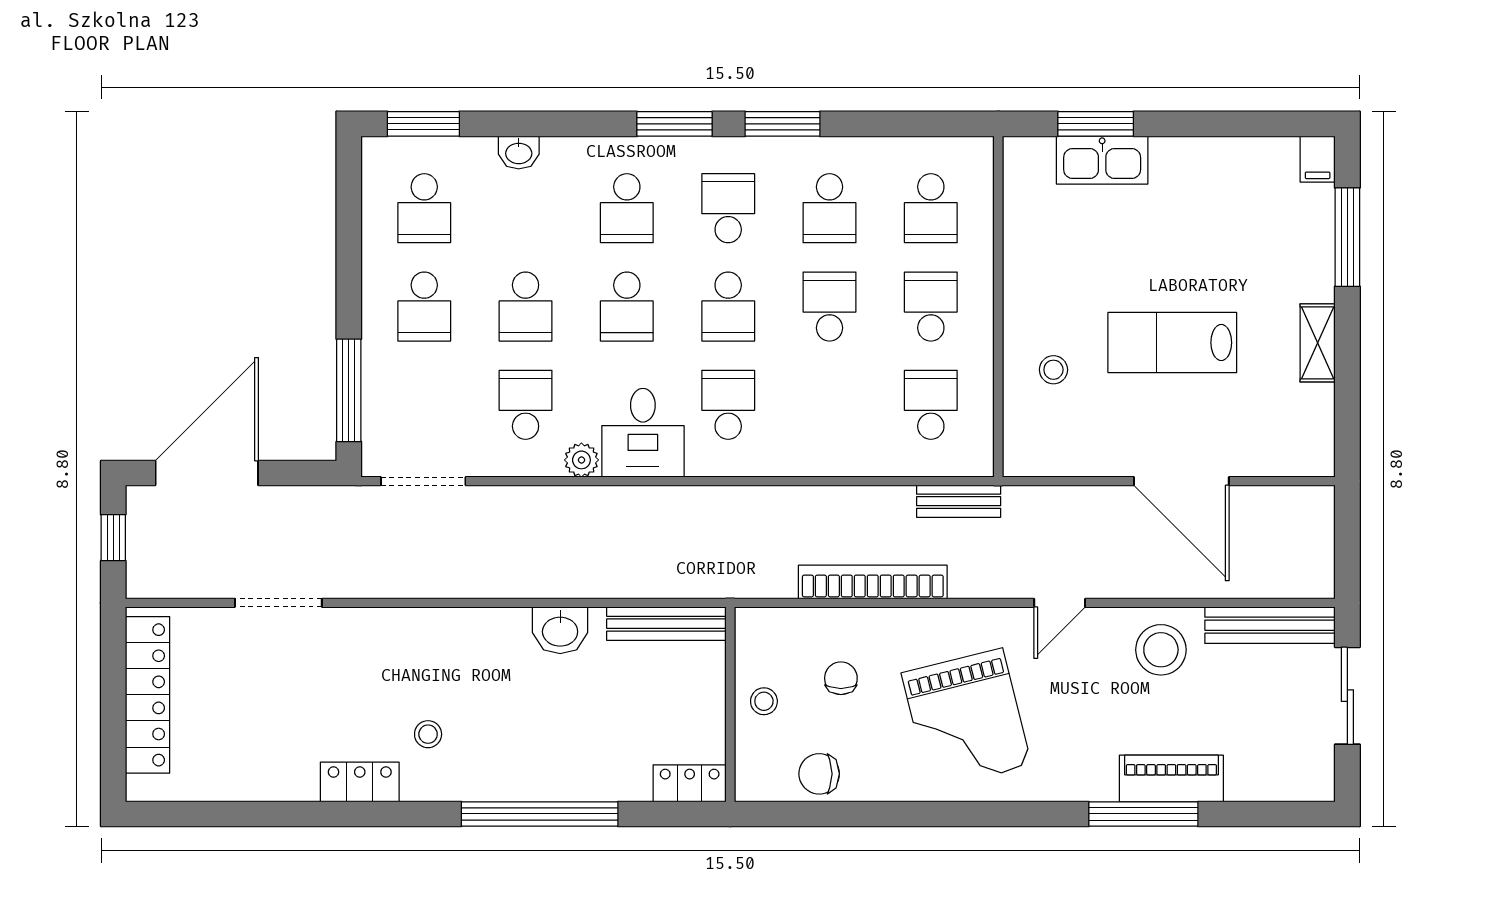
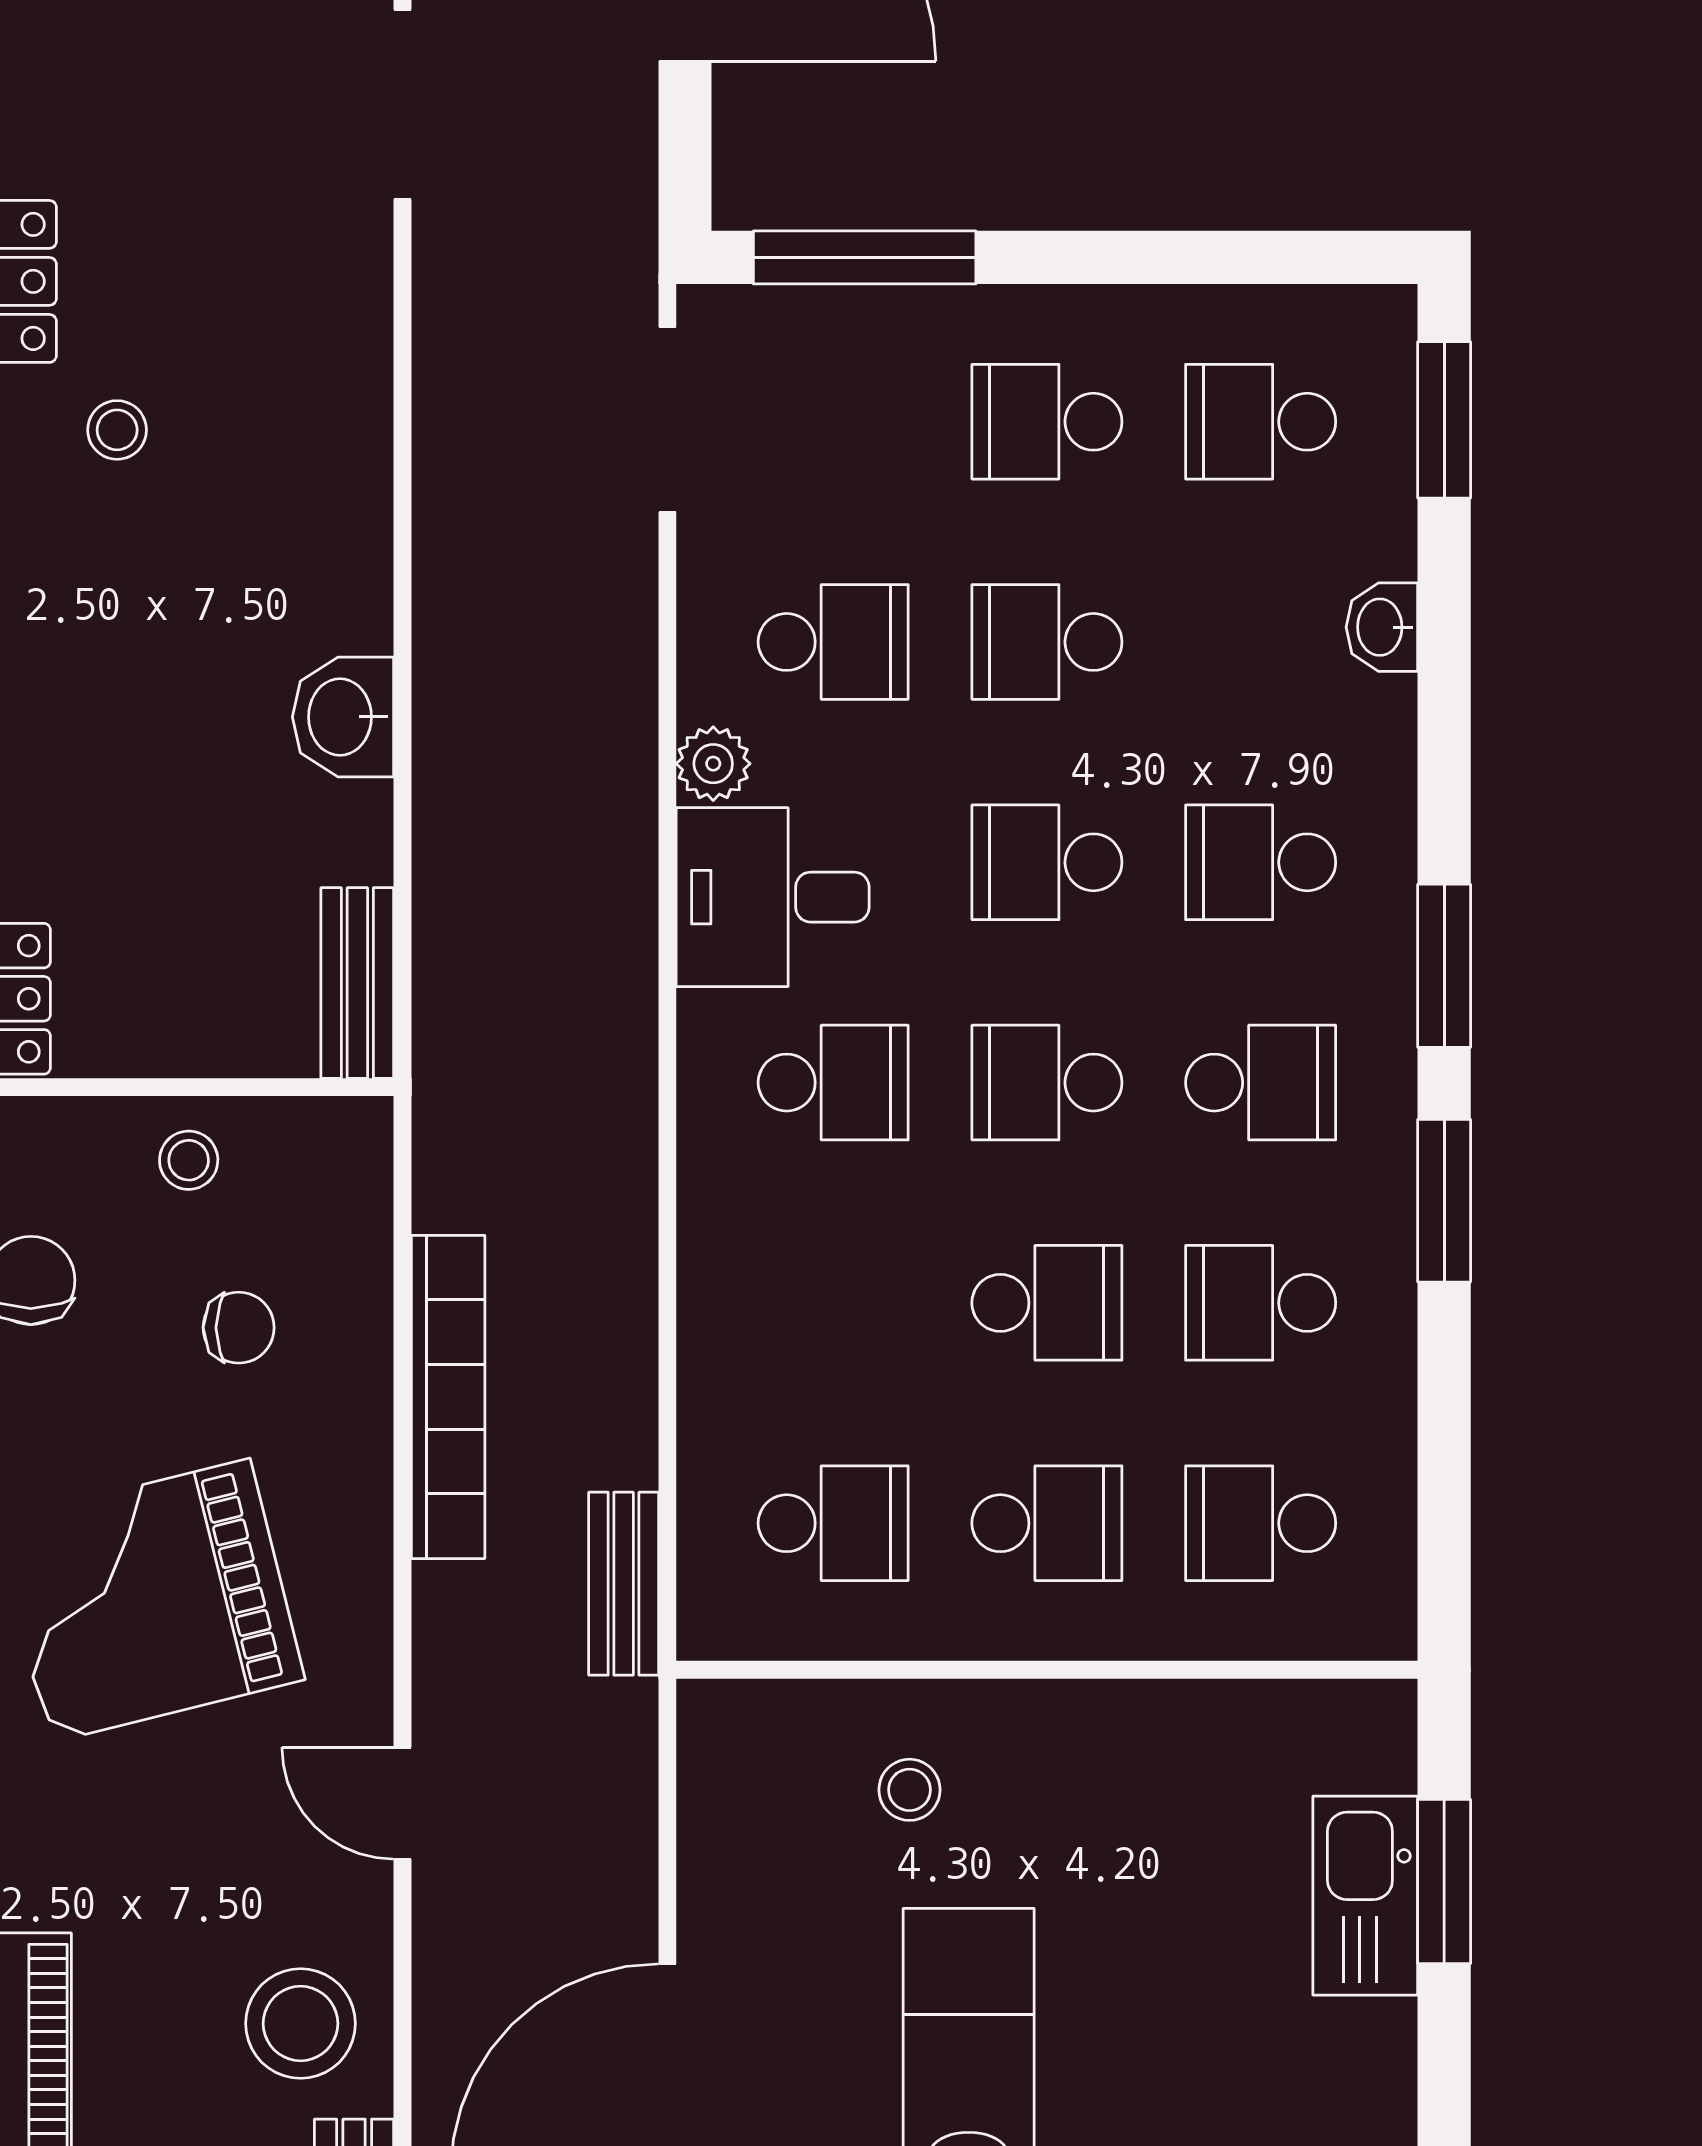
bench: (666, 624) -> (357, 983), width x0.73

